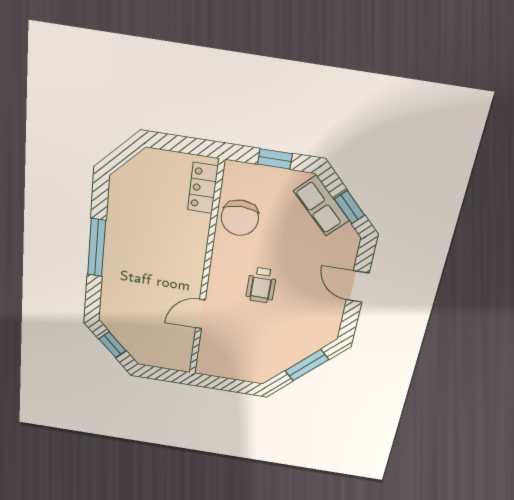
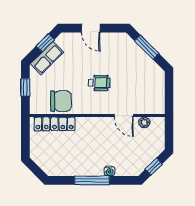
locker: (203, 188) -> (55, 124), width x1.53
water cooler: (110, 278) -> (110, 171), added
door: (358, 287) -> (91, 28), hinge flipped
plant: (185, 342) -> (144, 122), added

